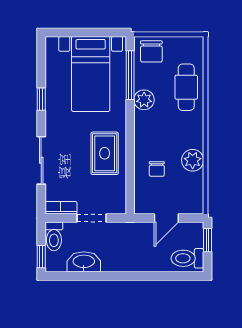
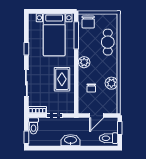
plant: (144, 100) -> (84, 62), moved
washbasin: (84, 262) -> (71, 140), moved

